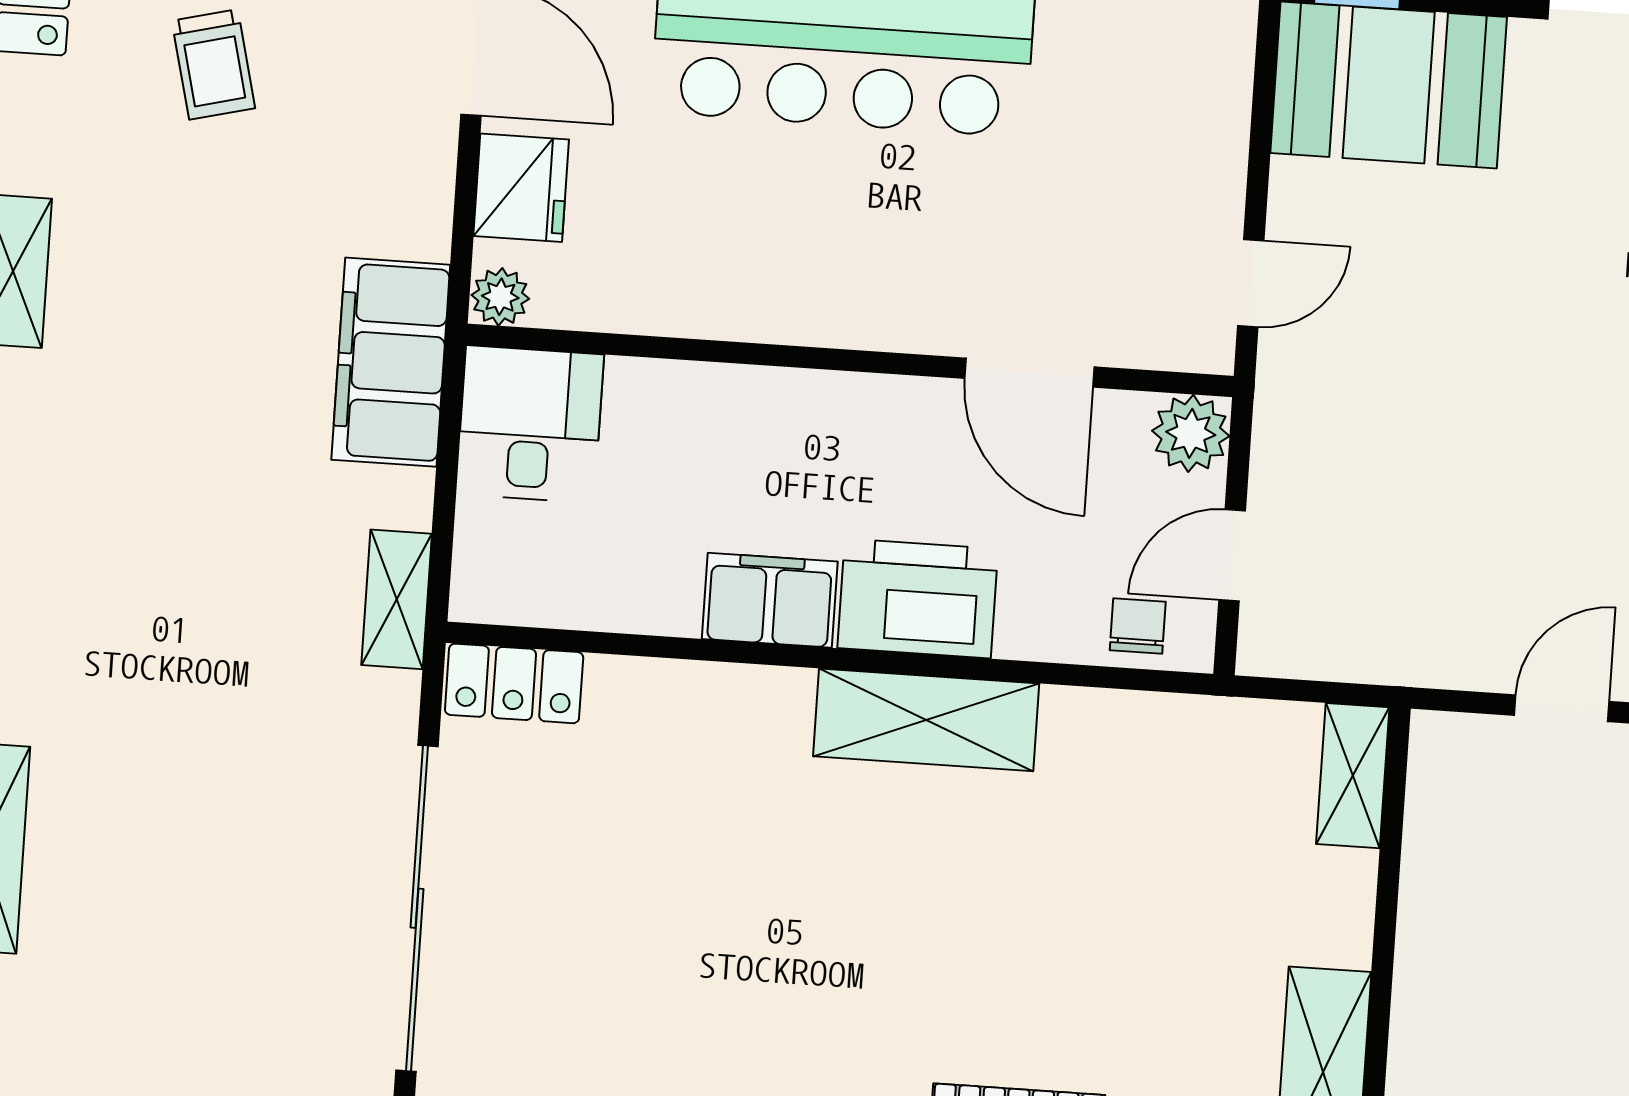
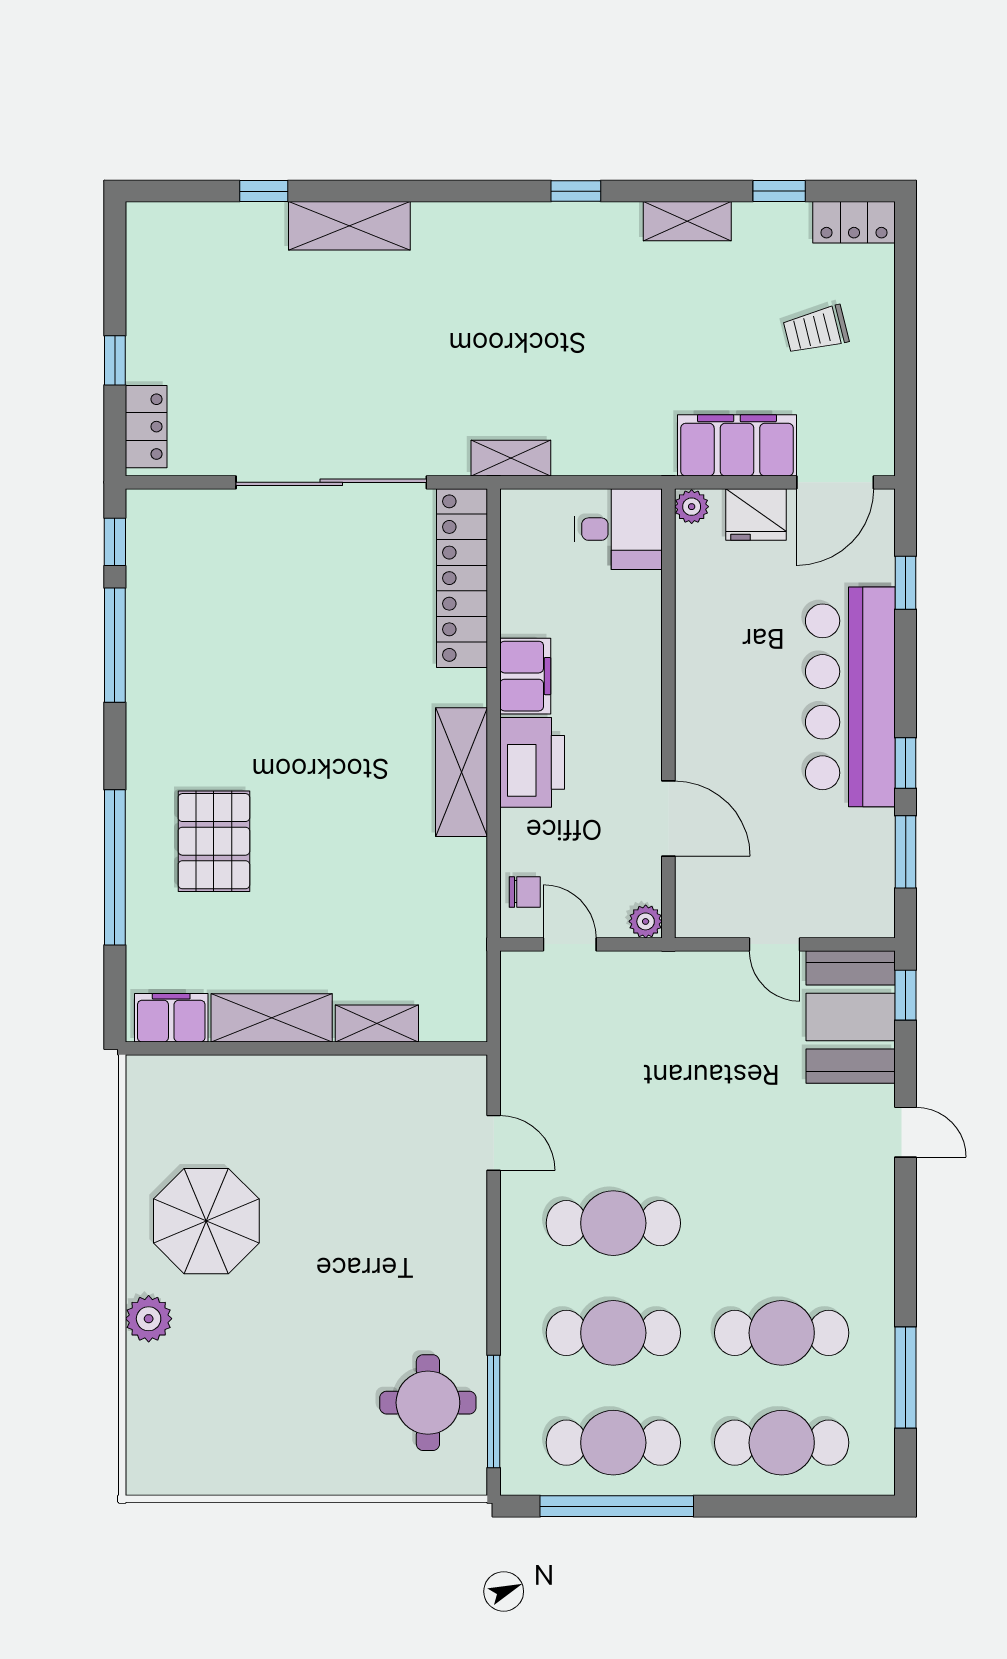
door: (1251, 283) -> (775, 944), moved
filing cabinet: (391, 362) -> (737, 445), moved
door: (1029, 373) -> (668, 819), swing flipped
plant: (1191, 433) -> (646, 921), width x0.73, depth x0.73
locker: (514, 683) -> (462, 578), width x2.16, depth x1.21
shelving: (1353, 776) -> (377, 1023), moved

